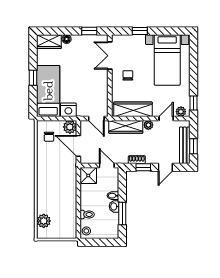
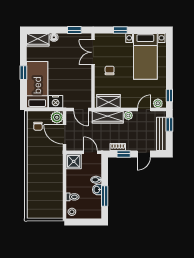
wardrobe: (133, 109) -> (108, 101), width x0.67
window: (194, 146) -> (169, 125), moved
plant: (44, 221) -> (33, 203), removed

